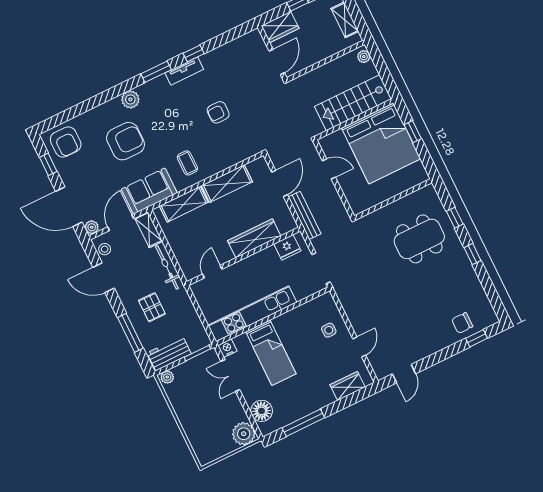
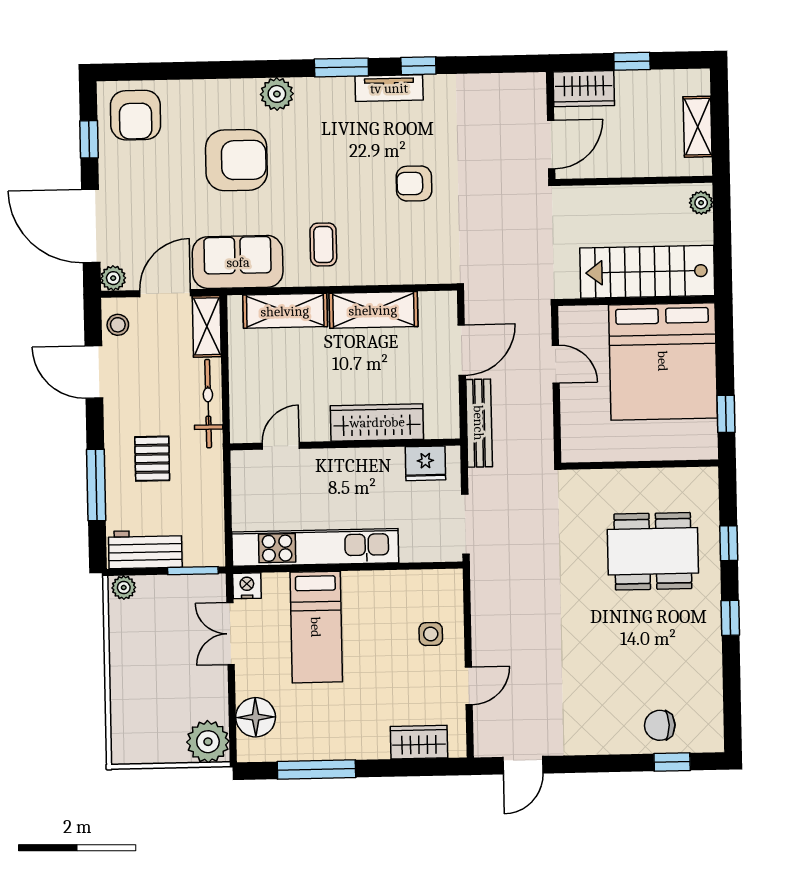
window: (413, 132) -> (726, 414), moved

